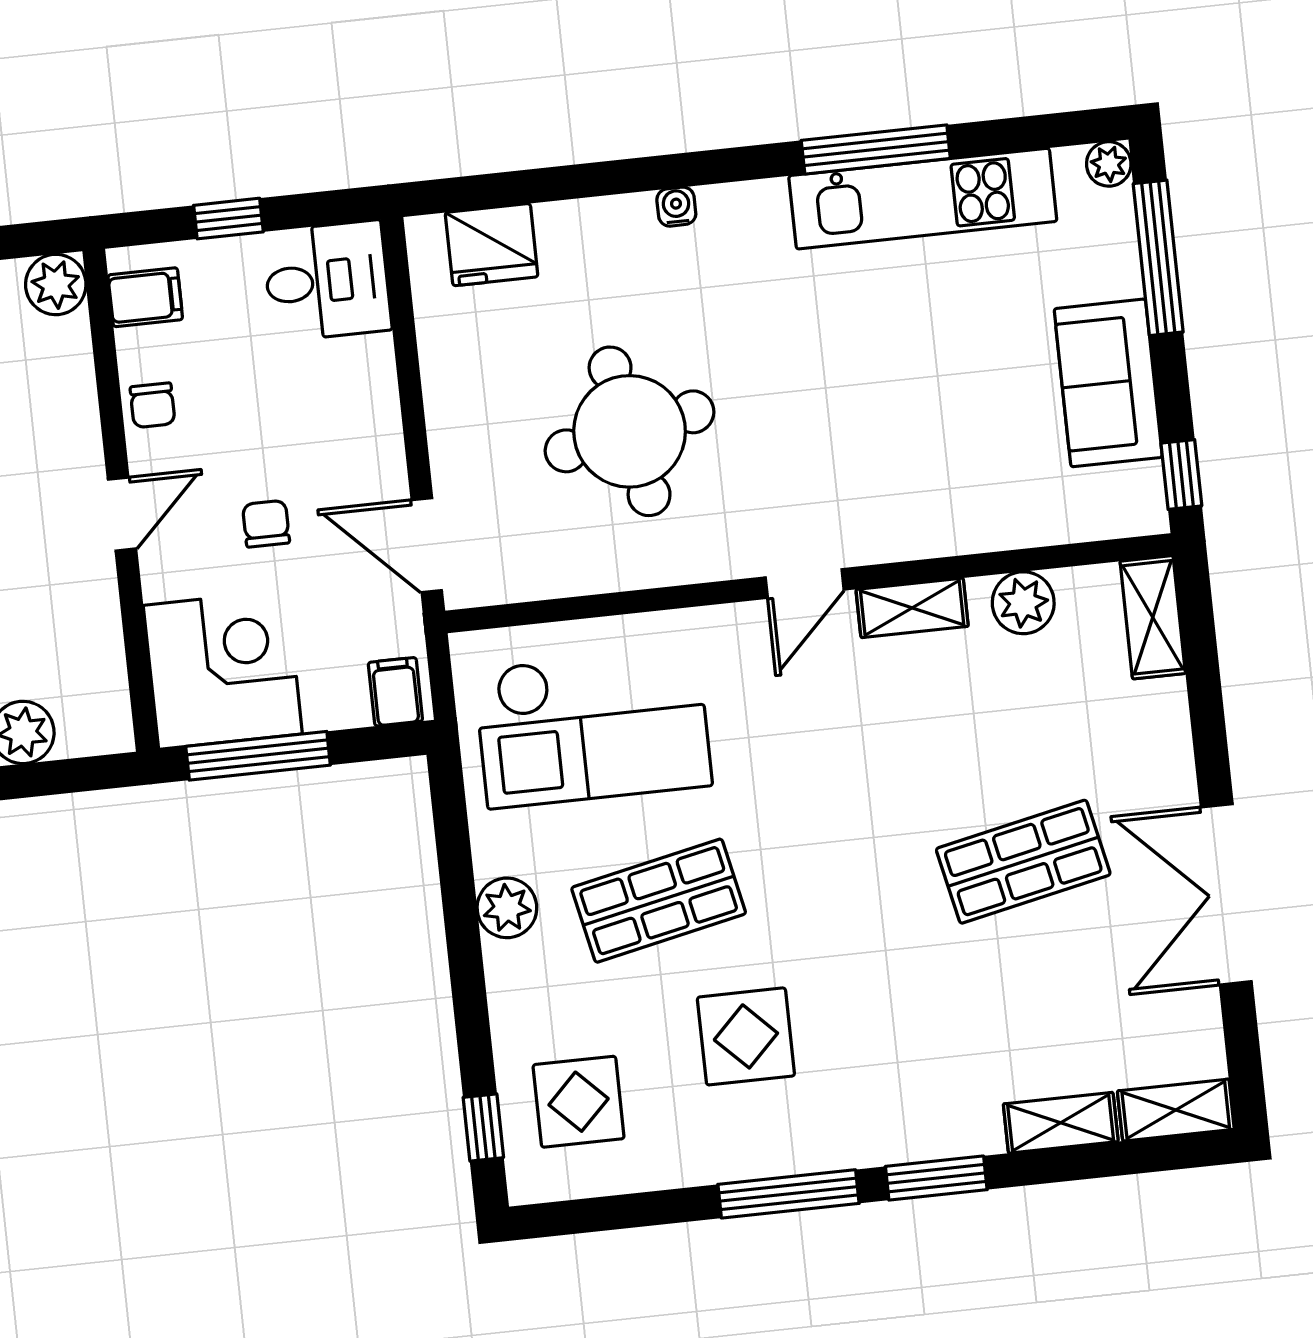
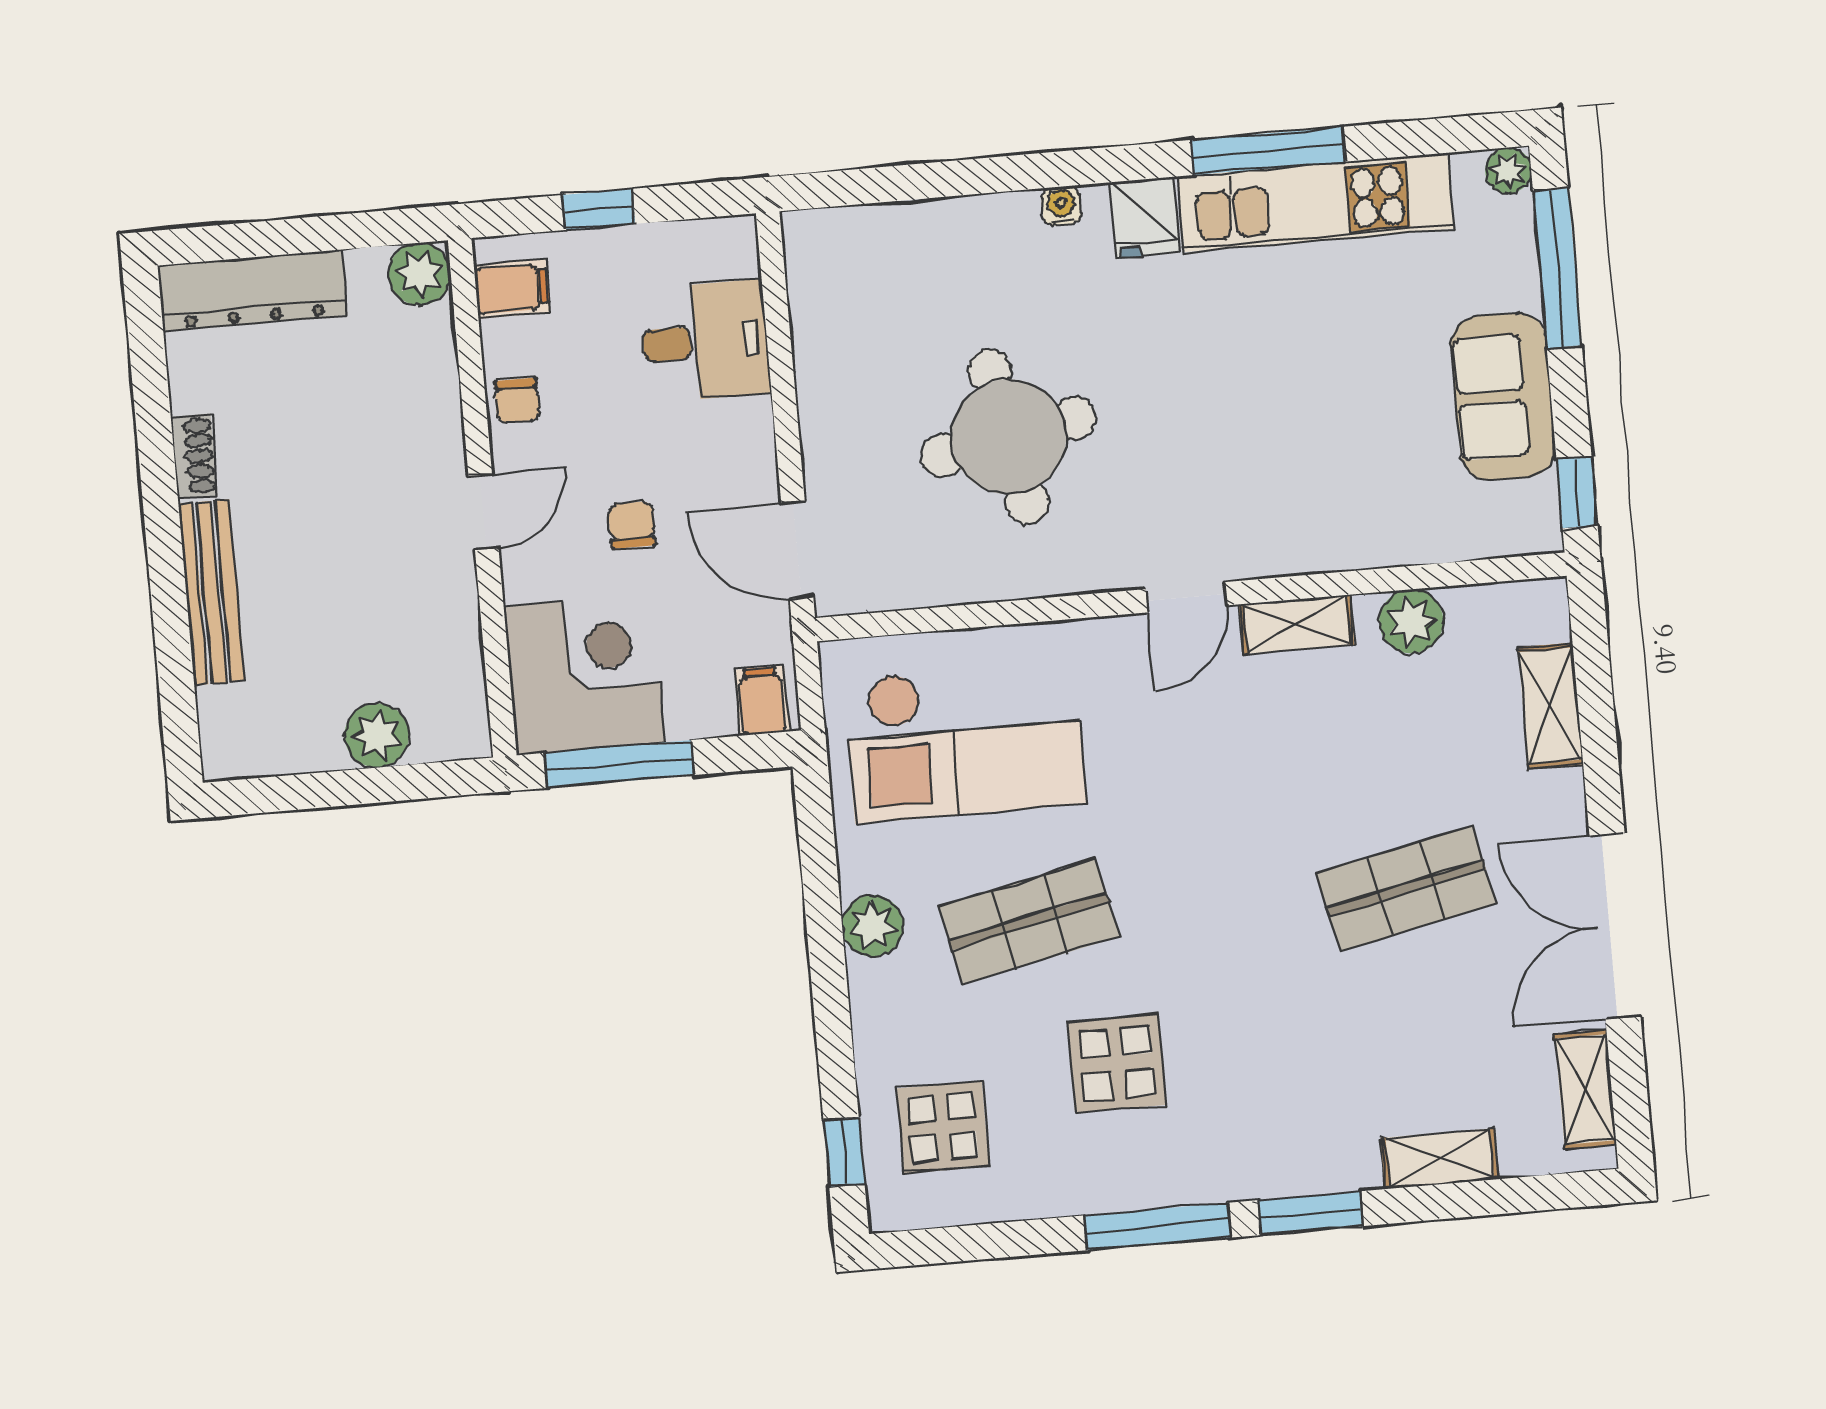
fridge: (492, 245) -> (1145, 217), moved, width x0.72
desk: (327, 281) -> (705, 341), moved
shelving: (1153, 617) -> (1551, 706), moved
shelving: (1176, 1110) -> (1586, 1089), moved, turned 90

